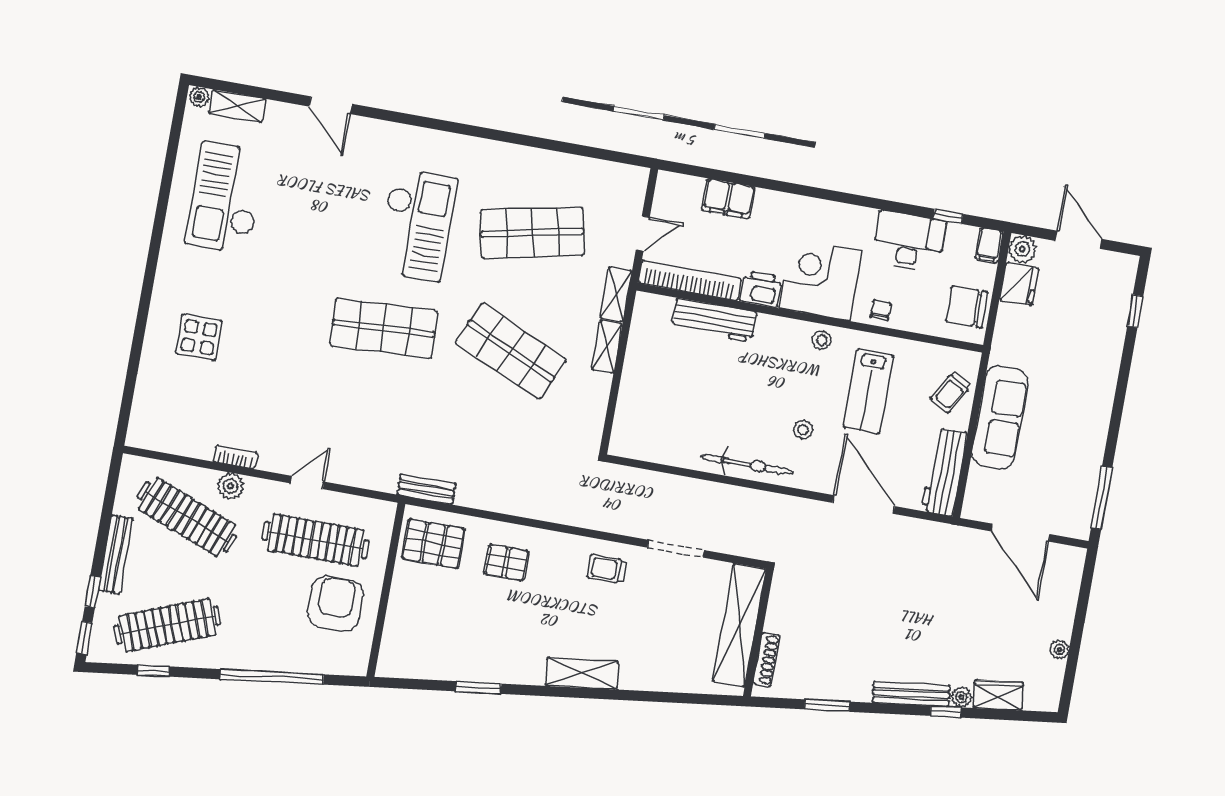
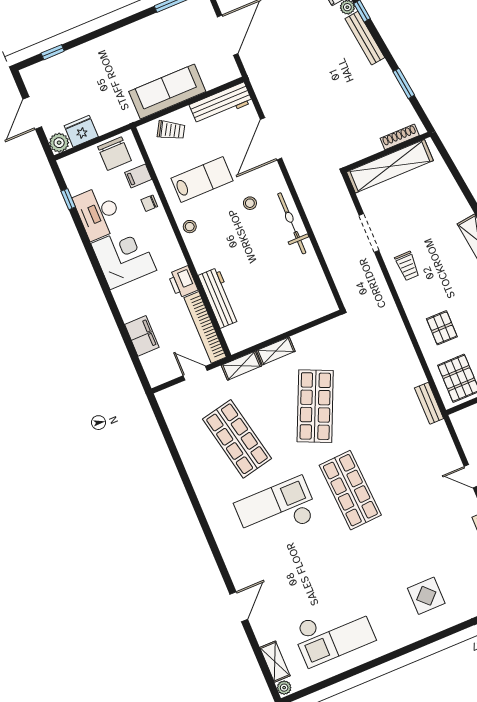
filing cabinet: (989, 245) -> (138, 176), moved, turned 180
corner desk: (821, 279) -> (124, 257), moved, turned 180

